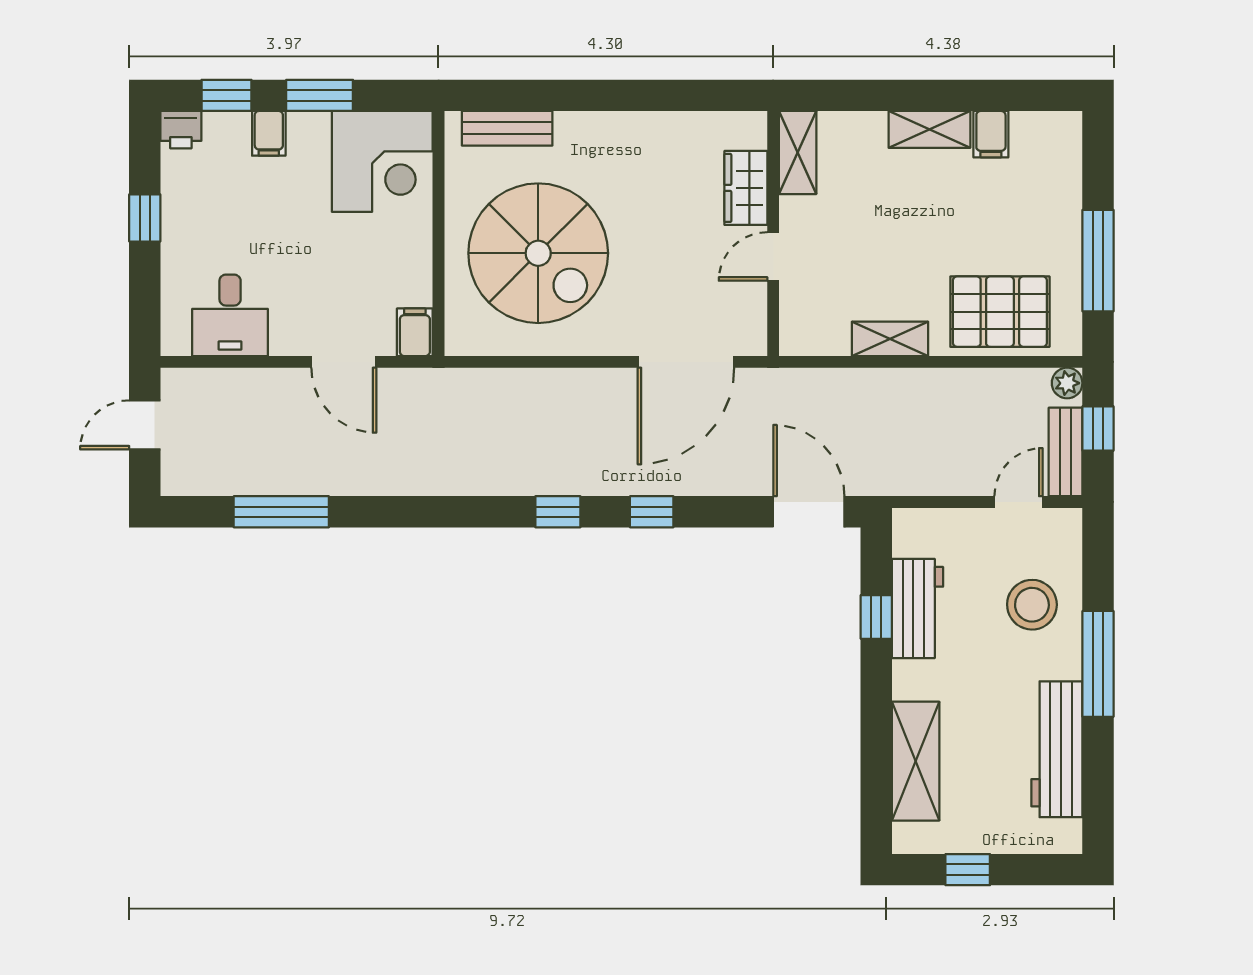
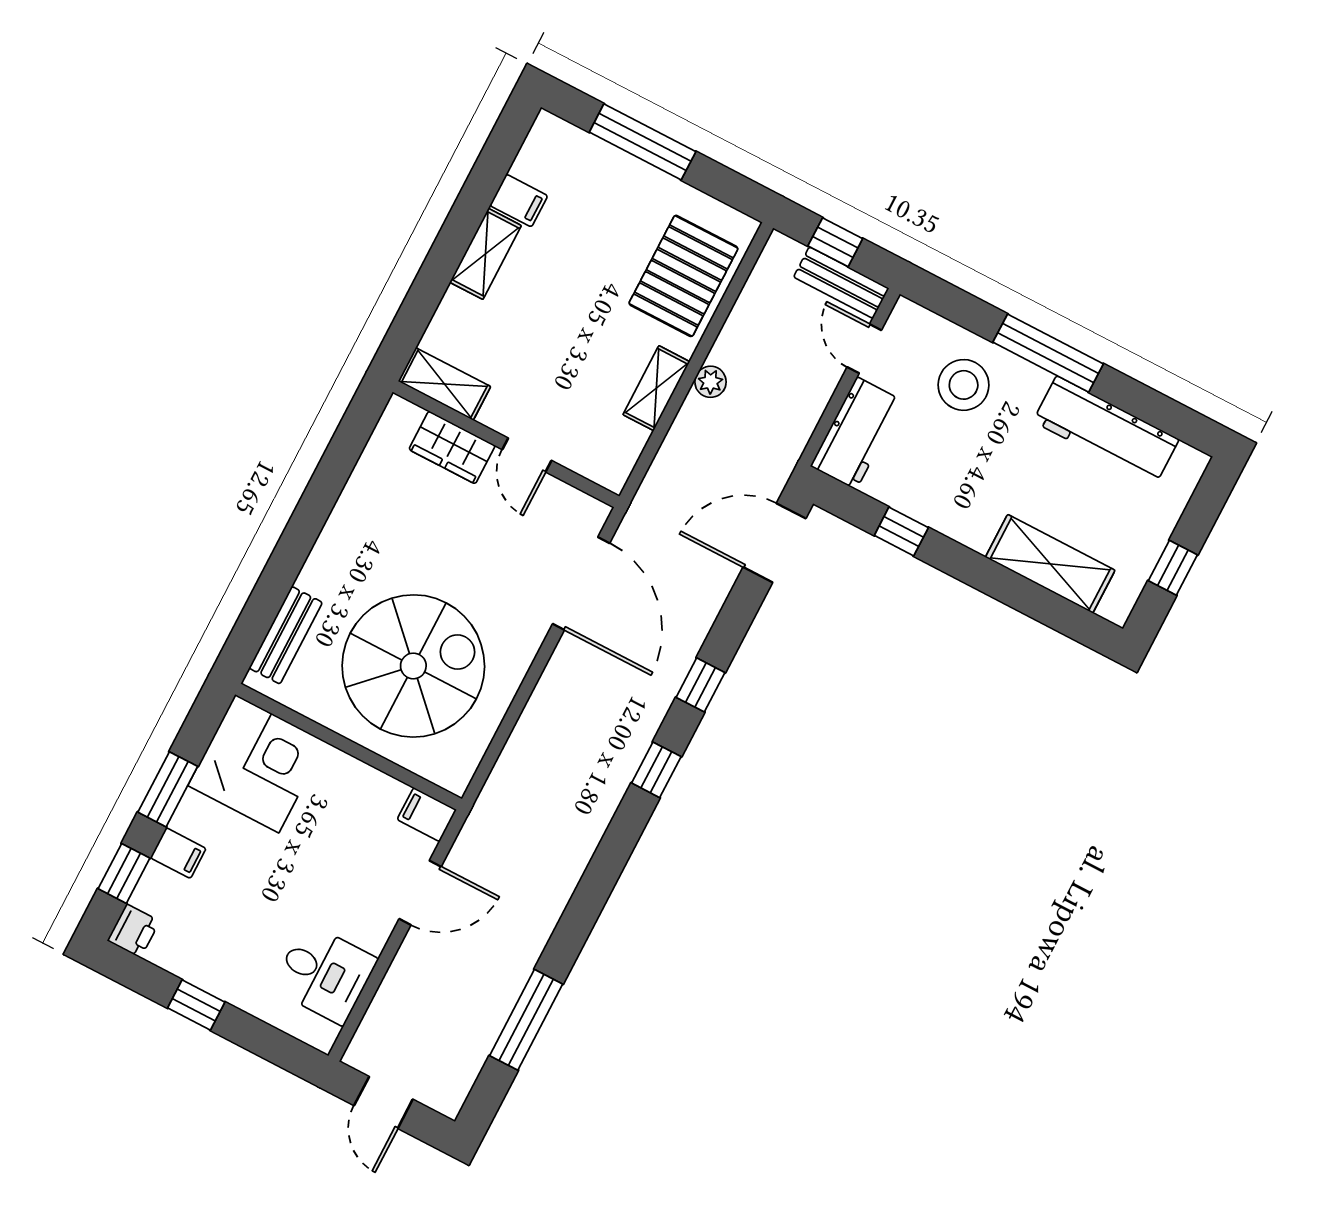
window: (1098, 261) -> (643, 142), moved
plant: (1067, 383) -> (710, 382), moved
workbench: (917, 609) -> (856, 433), moved, turned 90

